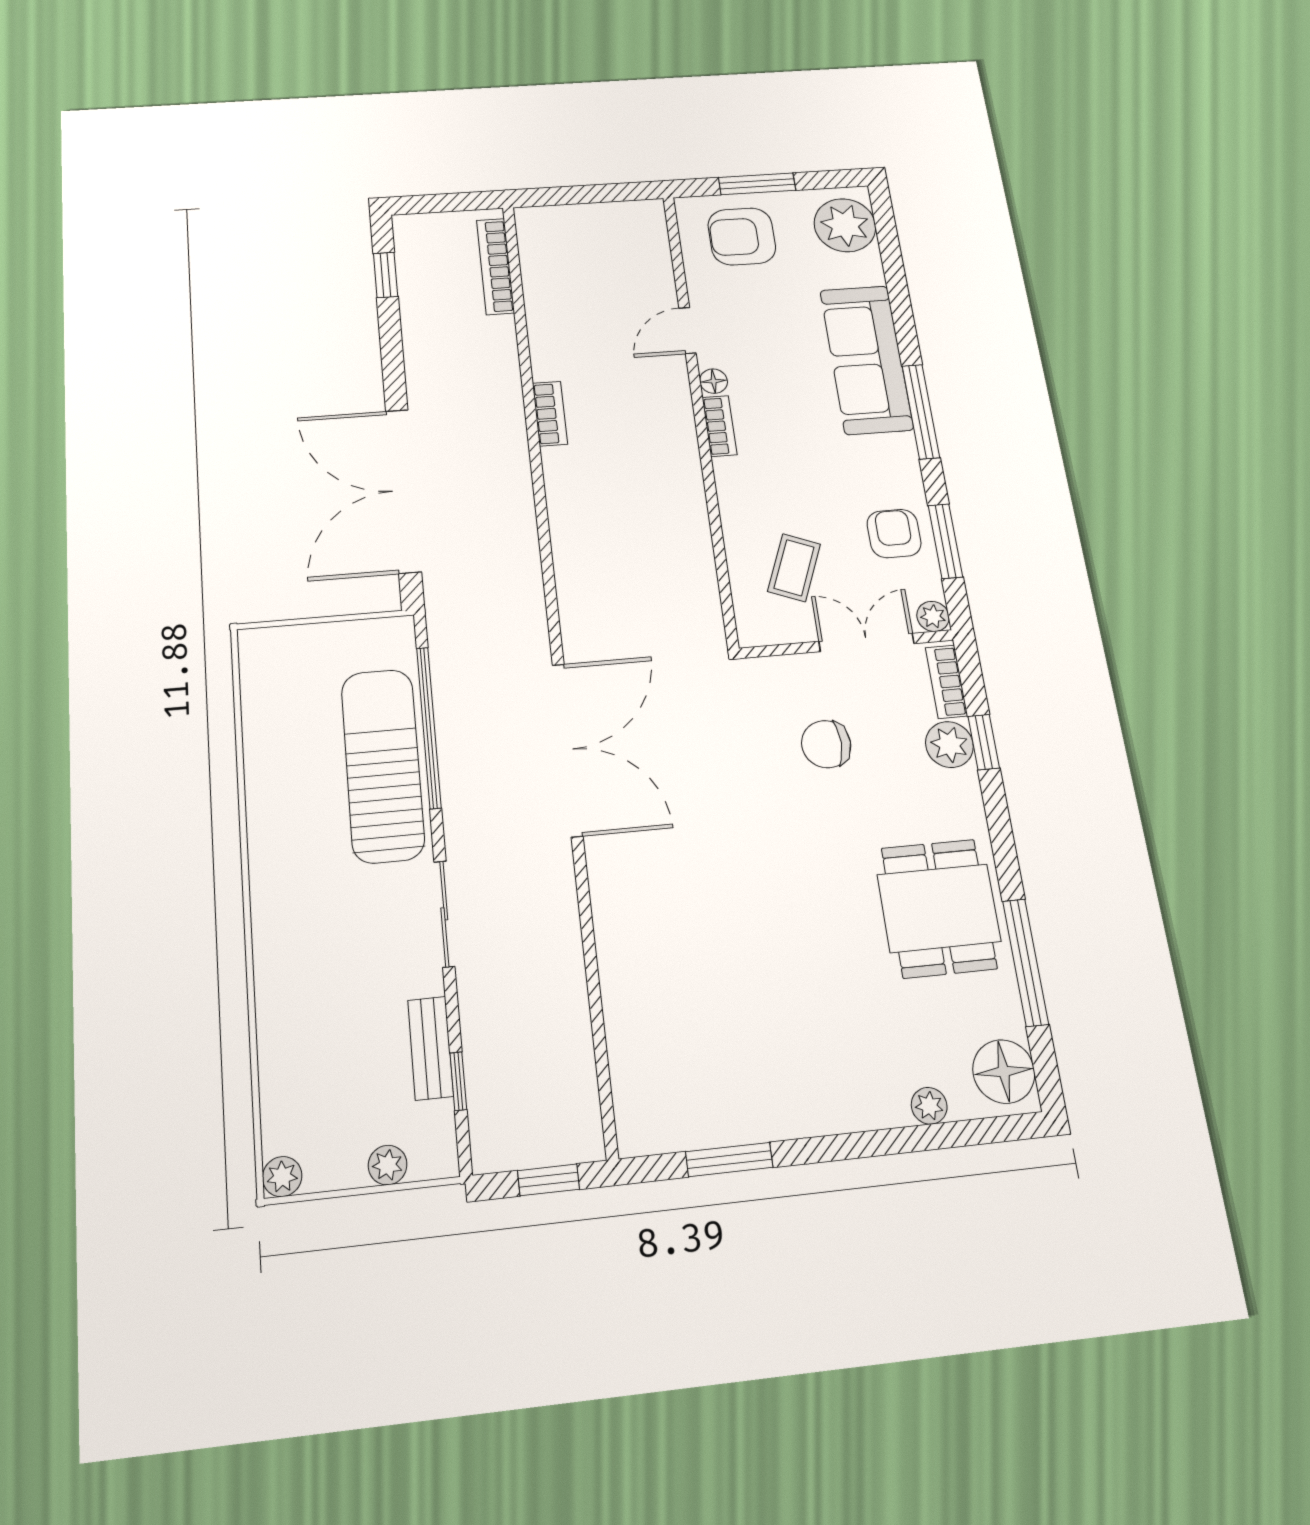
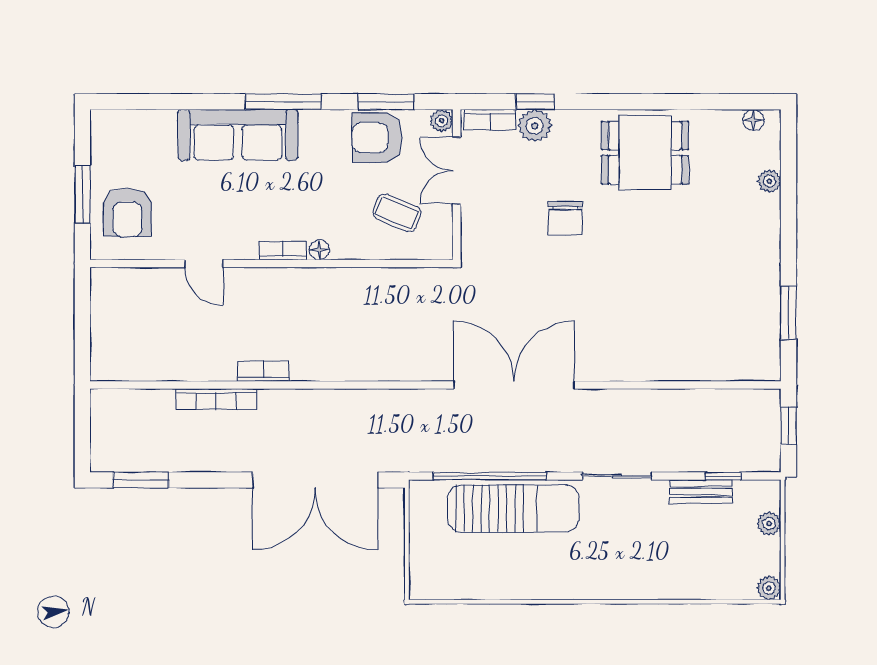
plant: (845, 225) -> (123, 133), removed
bookcase: (495, 266) -> (216, 399), moved
window: (386, 275) -> (141, 480), width x1.50
floor lamp: (714, 381) -> (319, 250), moved
armchair: (894, 534) -> (377, 138), width x1.38, depth x1.38
chair: (826, 744) -> (565, 218), moved
sun lounger: (383, 765) -> (513, 508), turned 180
window: (1026, 962) -> (686, 102), removed
floor lamp: (1004, 1071) -> (753, 120), width x0.53, depth x0.53

